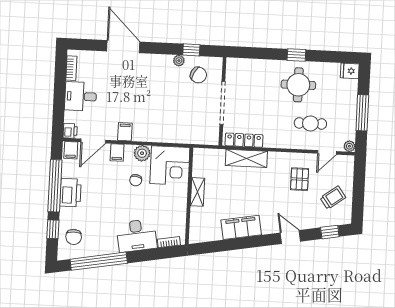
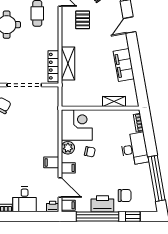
pallet: (300, 179) -> (83, 20), turned 90
shelving: (197, 192) -> (114, 102), moved
chair: (74, 237) -> (125, 196), moved

